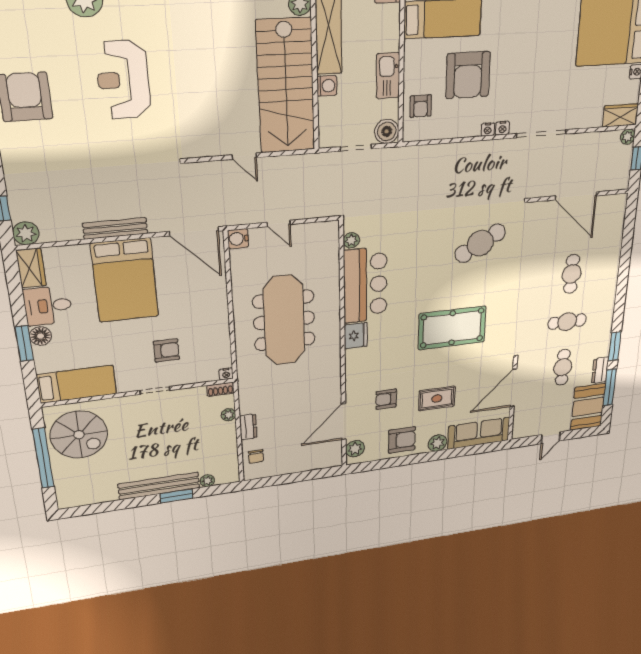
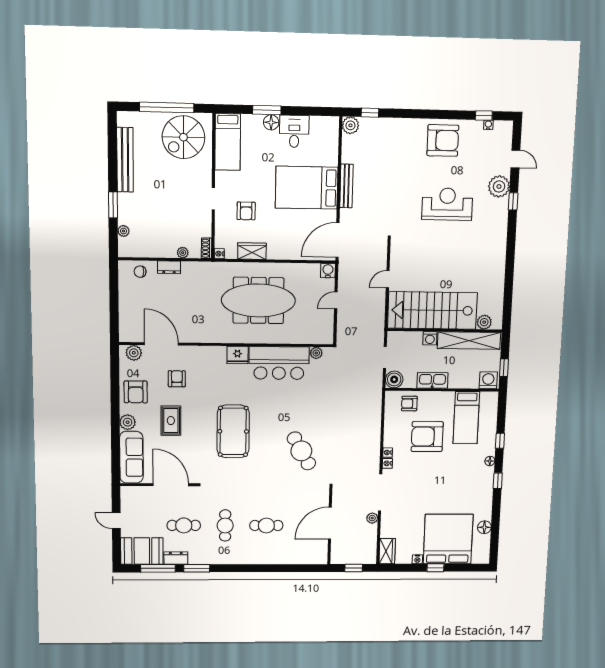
plant: (628, 137) -> (372, 518), moved
wardrobe: (31, 268) -> (252, 251), moved, turned 180
bench: (159, 486) -> (125, 160), moved

